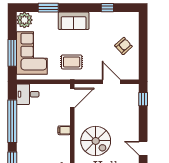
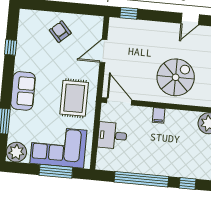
rug: (72, 62) -> (74, 98), width x1.36, depth x1.43
desk: (28, 94) -> (112, 135), moved, turned 90

